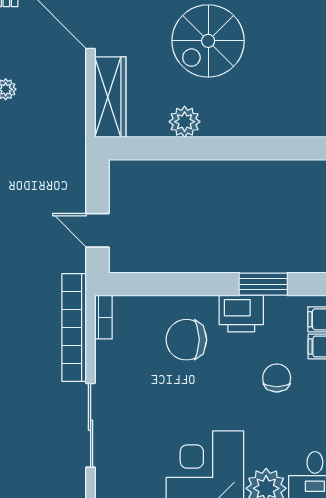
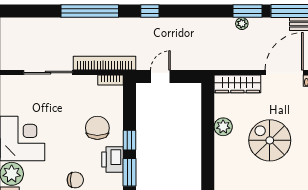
window: (208, 284) -> (129, 140), added

